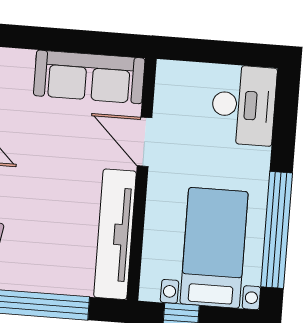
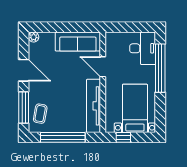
window: (277, 230) -> (160, 68), moved

